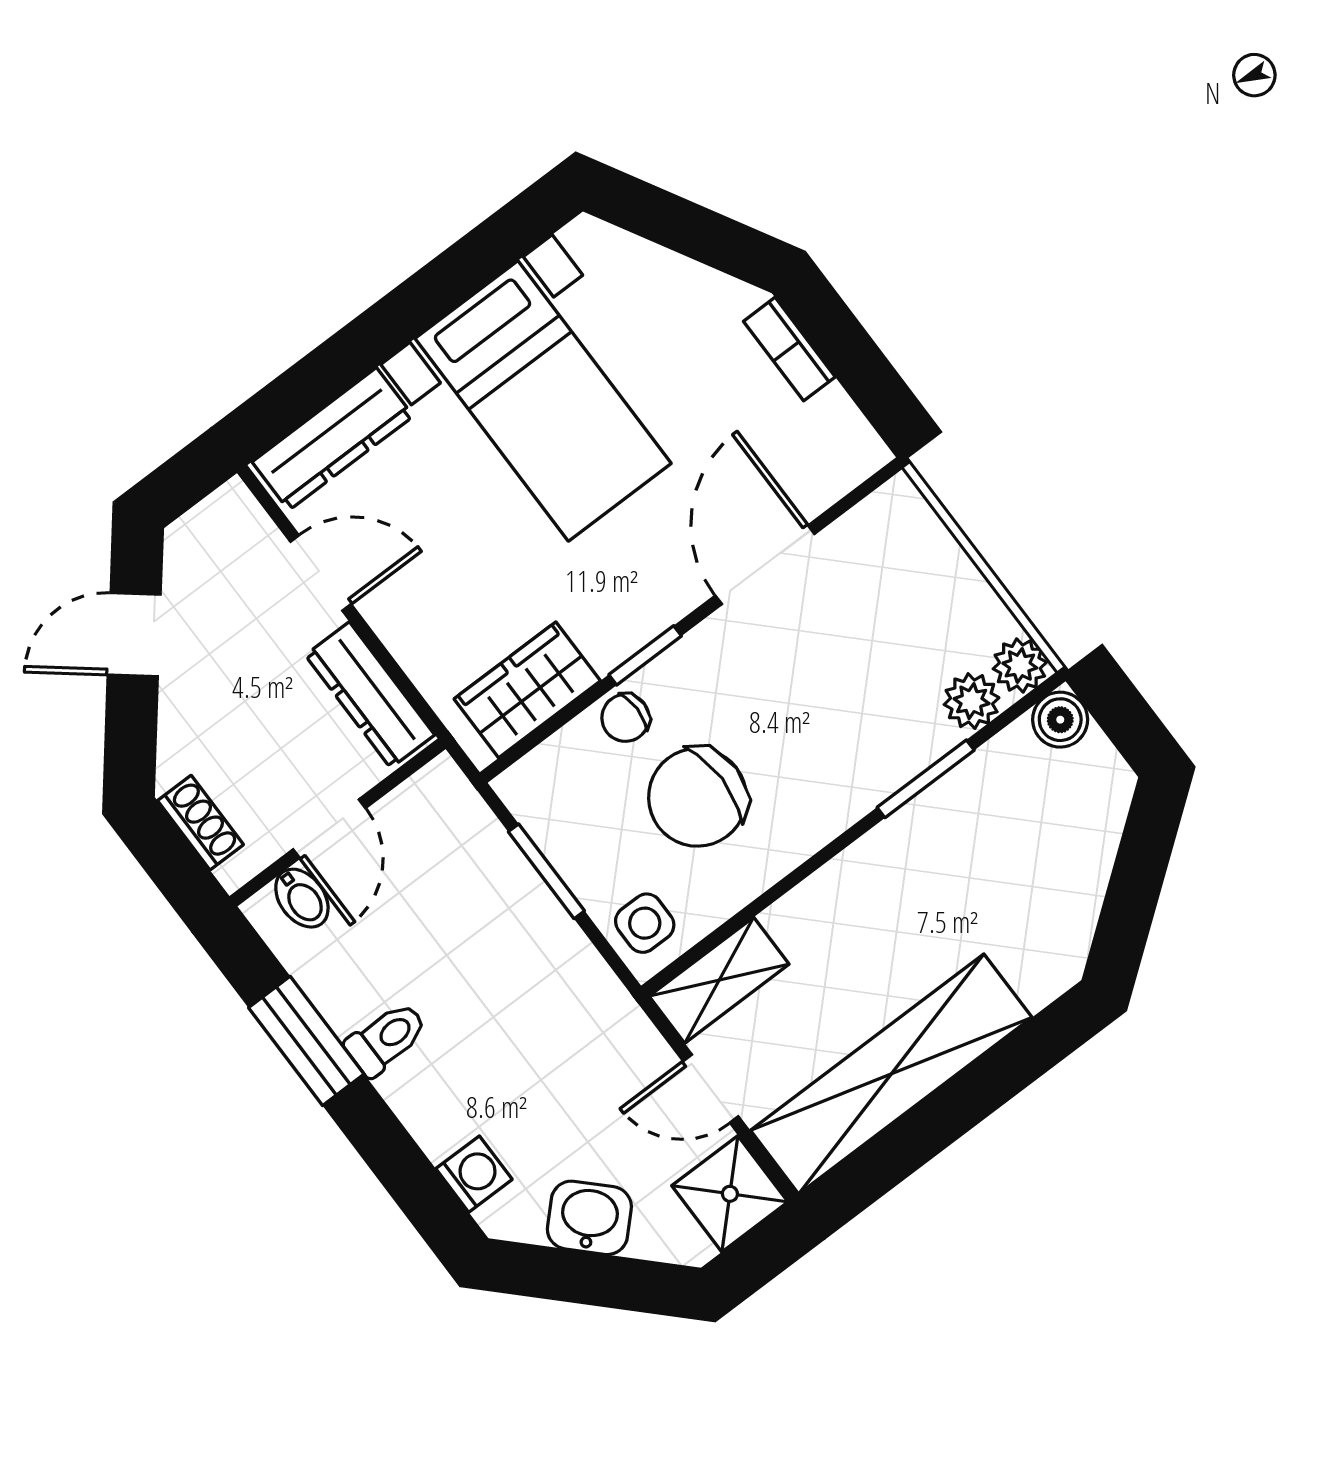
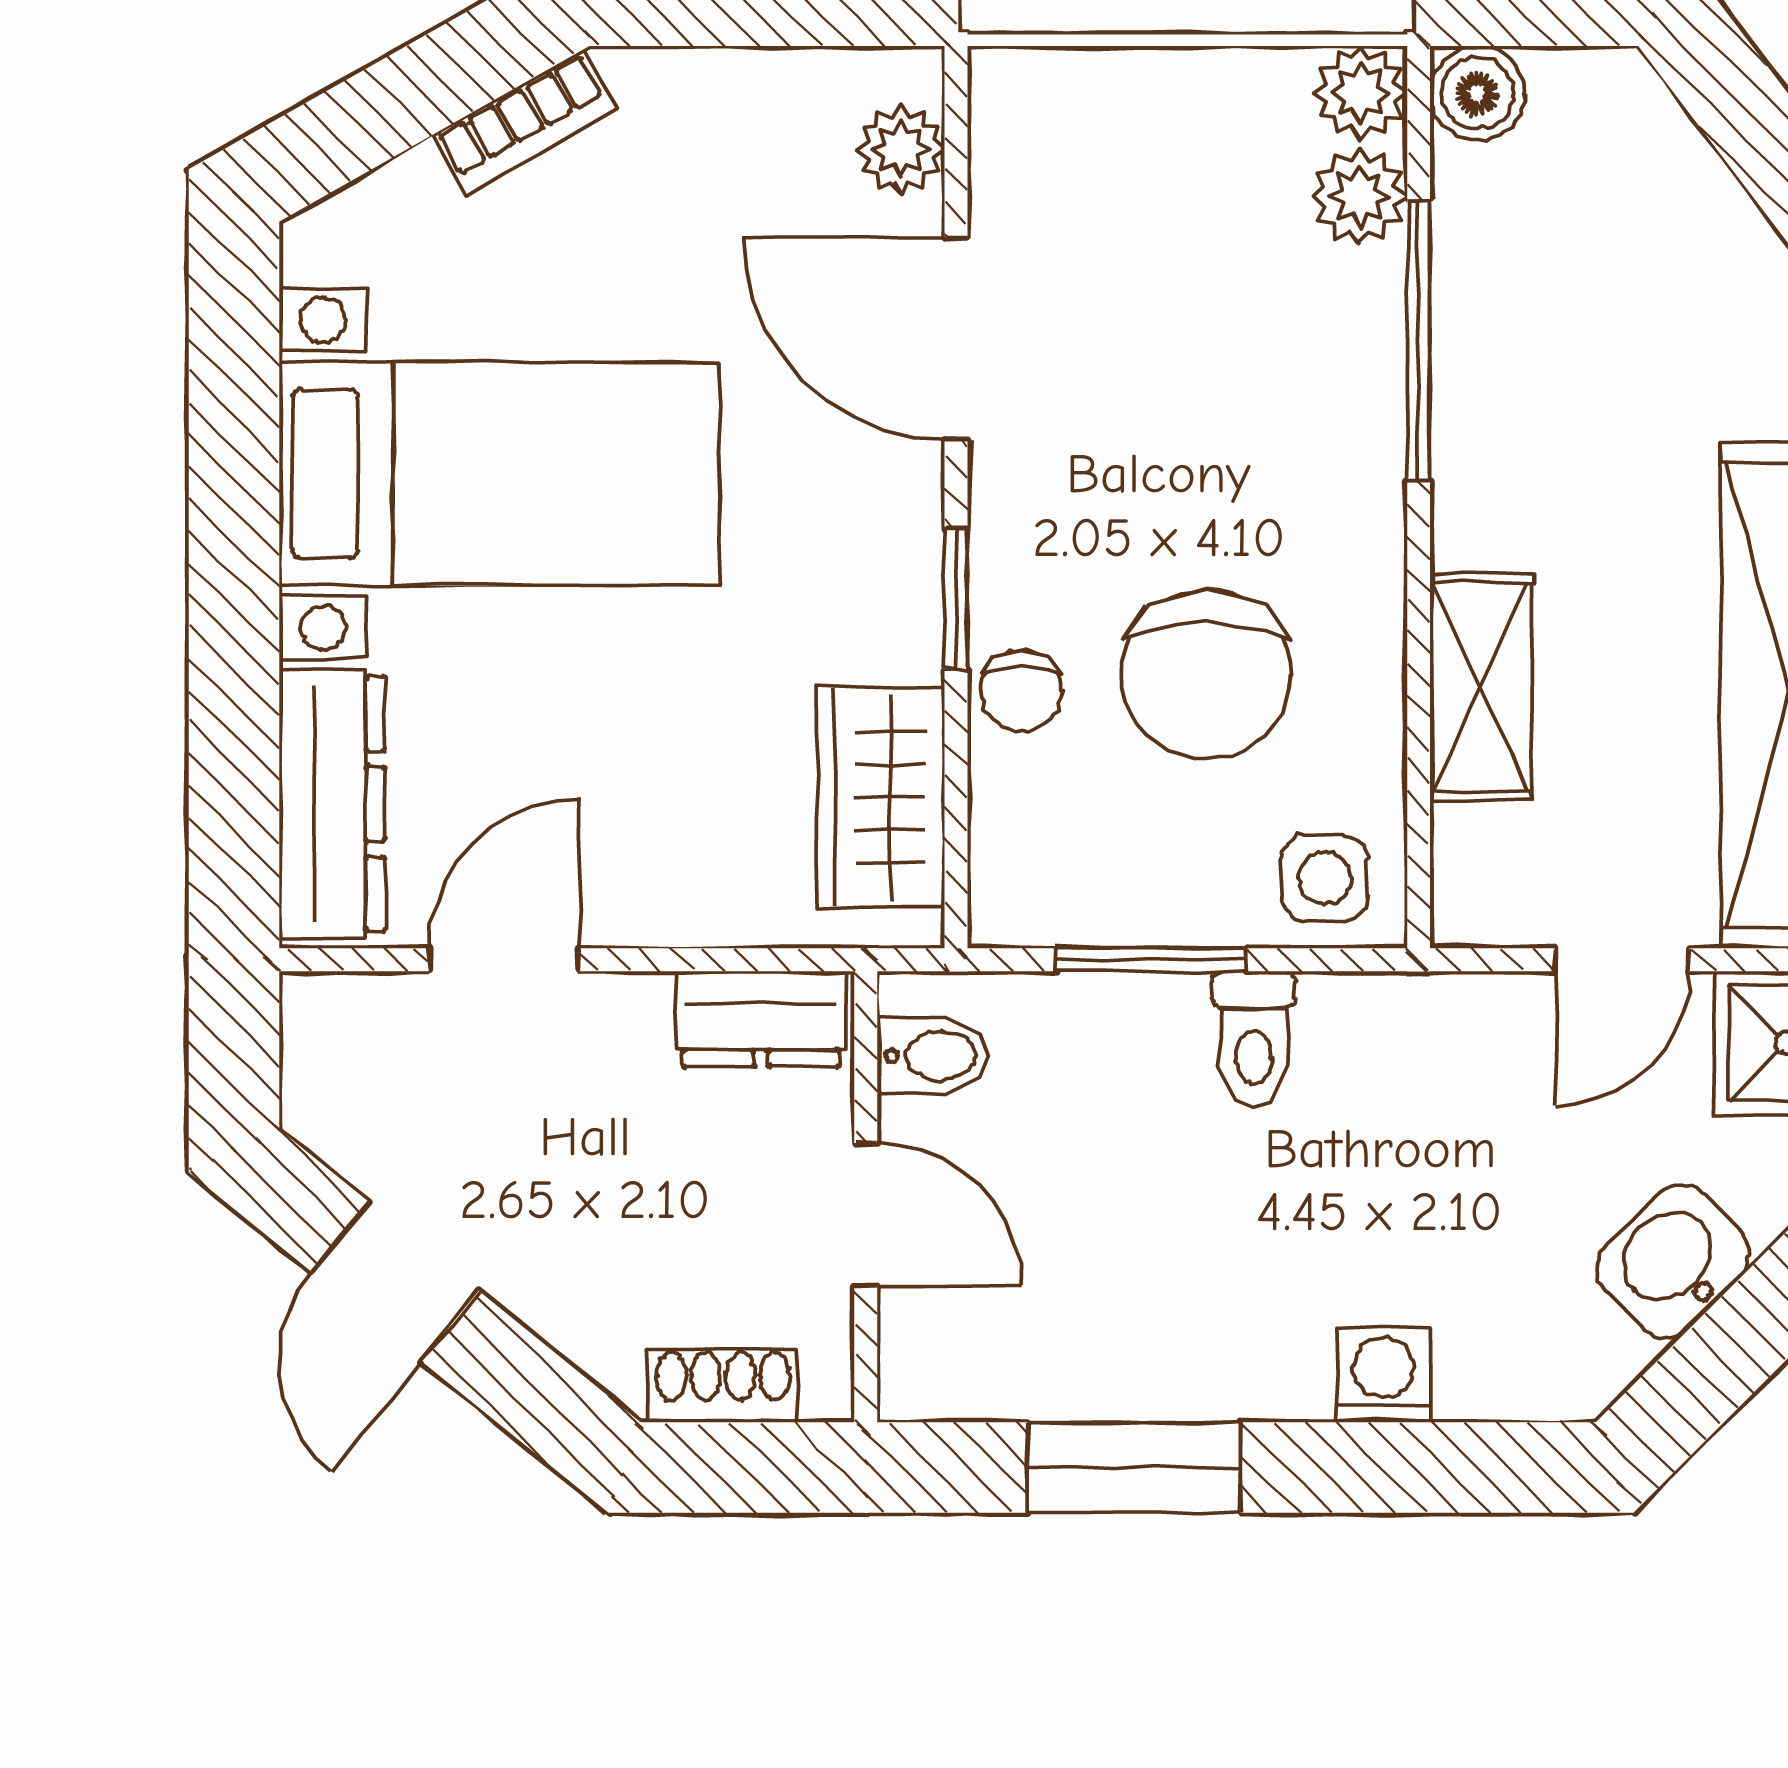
bookcase: (789, 349) -> (524, 123), moved, turned -30
plant: (833, 473) -> (901, 150), added
dresser: (370, 695) -> (761, 1019), width x0.70
window: (926, 779) -> (1419, 341), width x1.44
bidet: (302, 898) -> (933, 1056), moved
shelving: (719, 980) -> (1481, 687), moved
toilet: (386, 1039) -> (1254, 1038), moved, turned 180
washing machine: (474, 1174) -> (1383, 1375), moved

